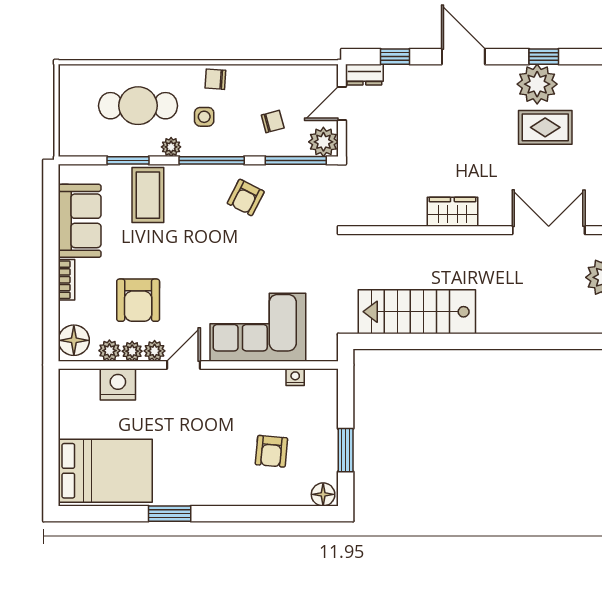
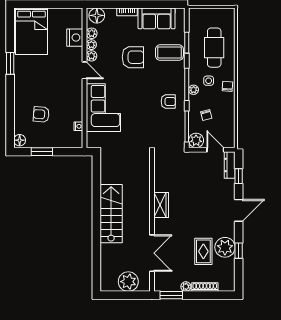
dresser: (364, 75) -> (230, 165), width x1.44
plant: (171, 147) -> (194, 90), moved
armchair: (246, 197) -> (168, 101), turned 153
armchair: (138, 300) -> (133, 57), moved, turned 180
stairs: (417, 312) -> (111, 214), moved

